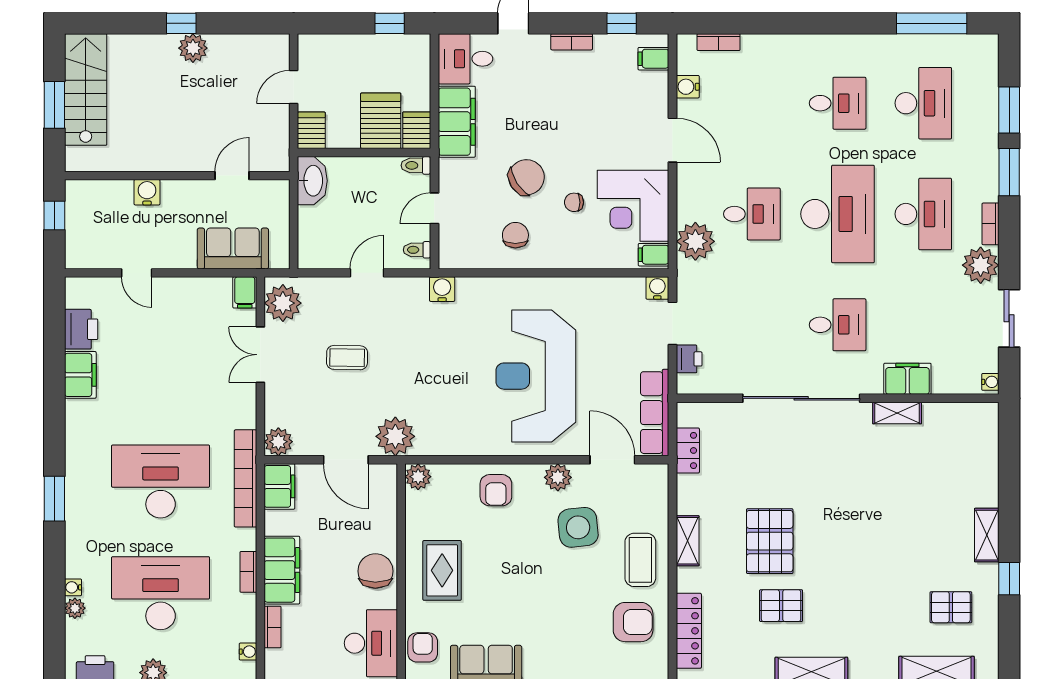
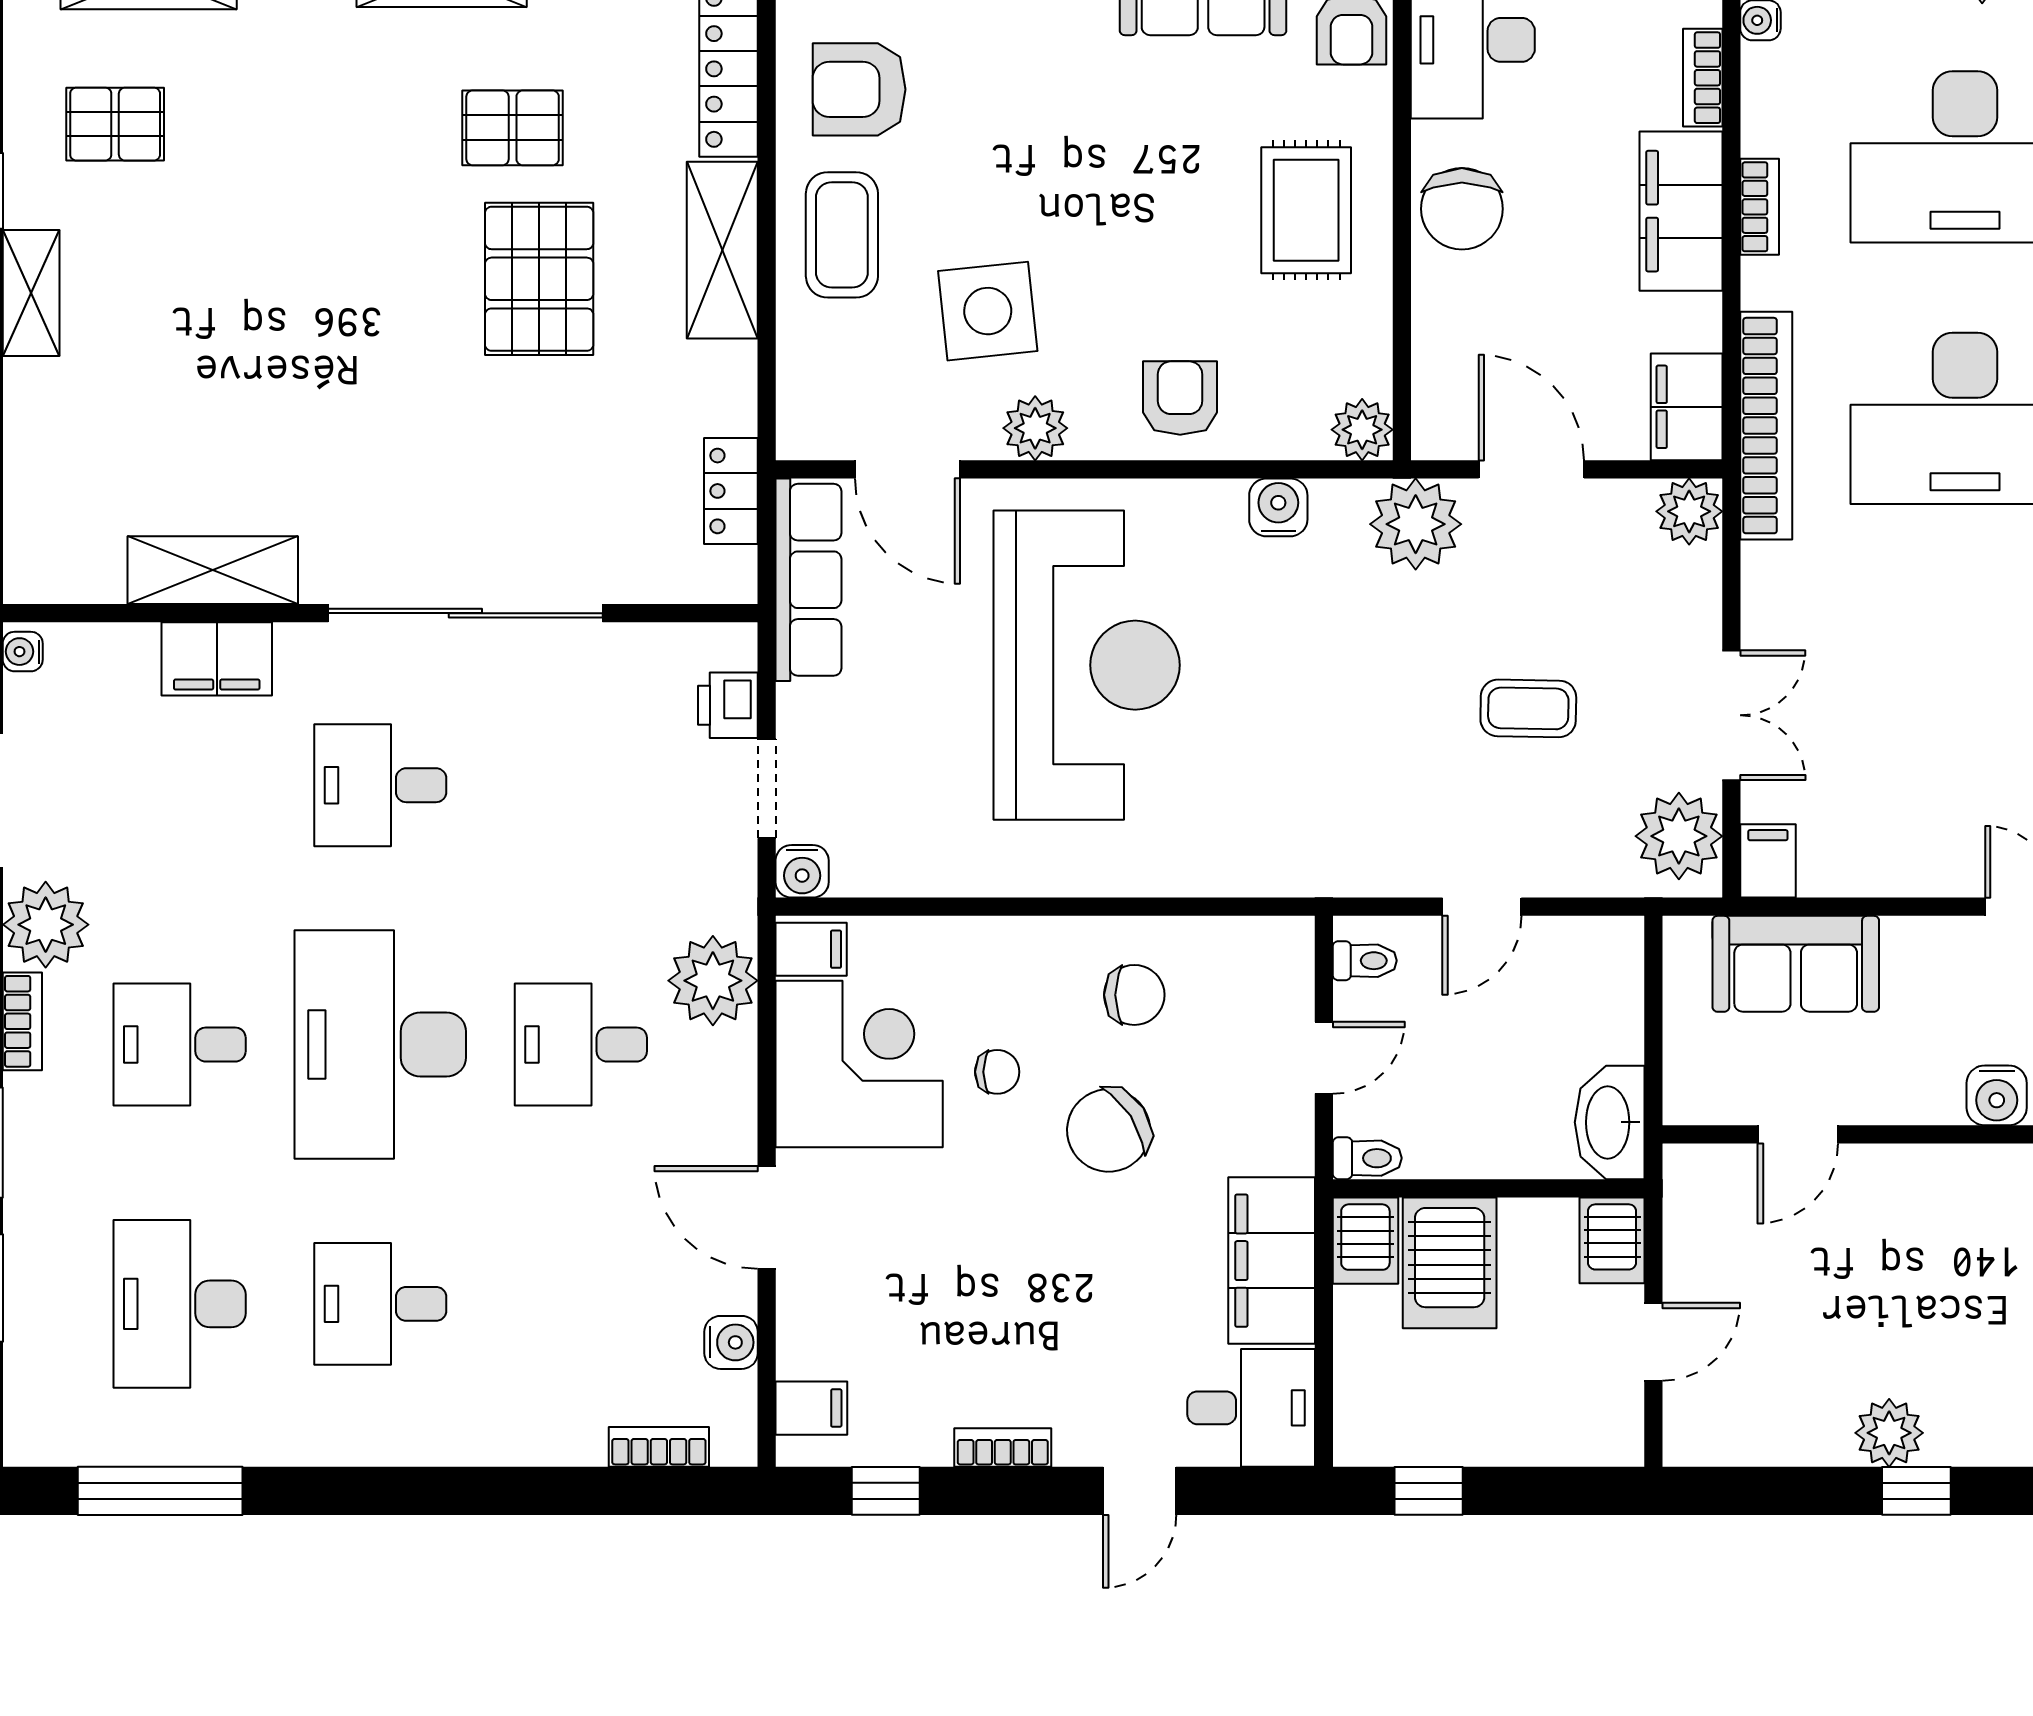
desk: (923, 214) -> (180, 1045), width x0.73
chair: (515, 235) -> (1134, 995), turned -90
water cooler: (442, 289) -> (1278, 507), moved, turned 180
shelving: (897, 413) -> (213, 570), width x1.50, depth x1.33
shelving: (688, 541) -> (722, 250), width x1.50, depth x1.33

